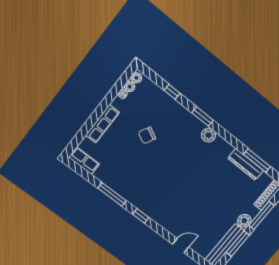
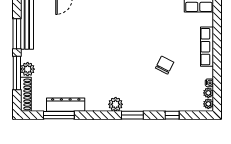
plant: (244, 221) -> (28, 69), moved

